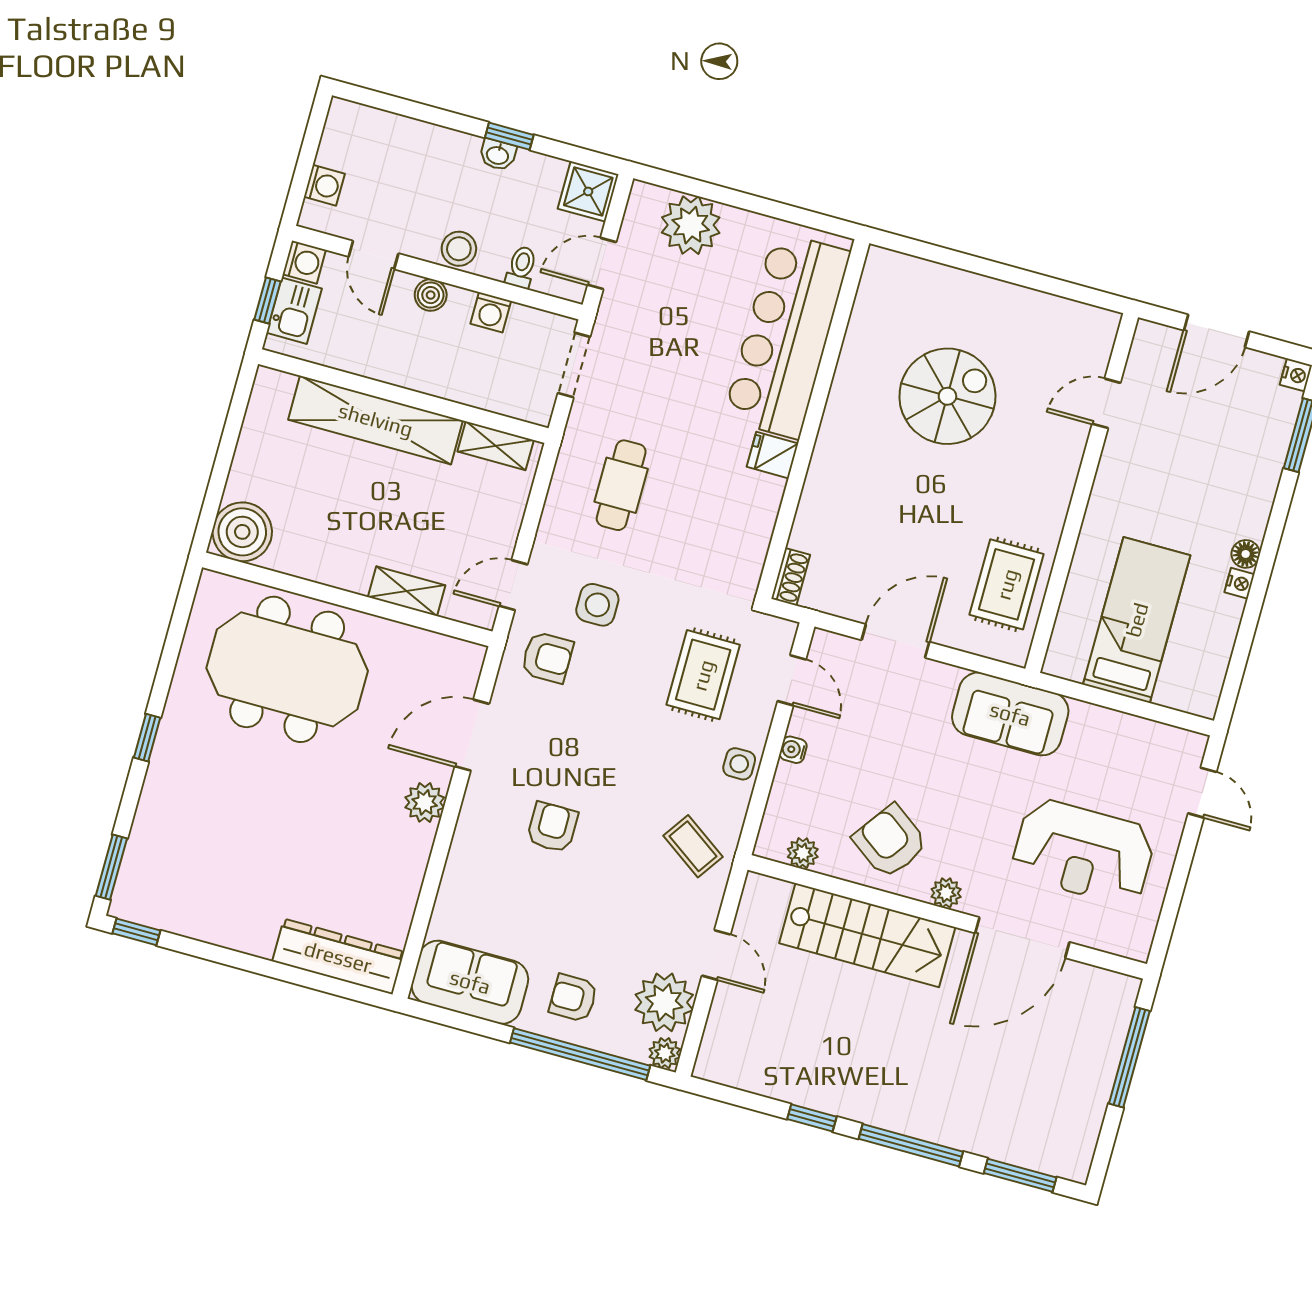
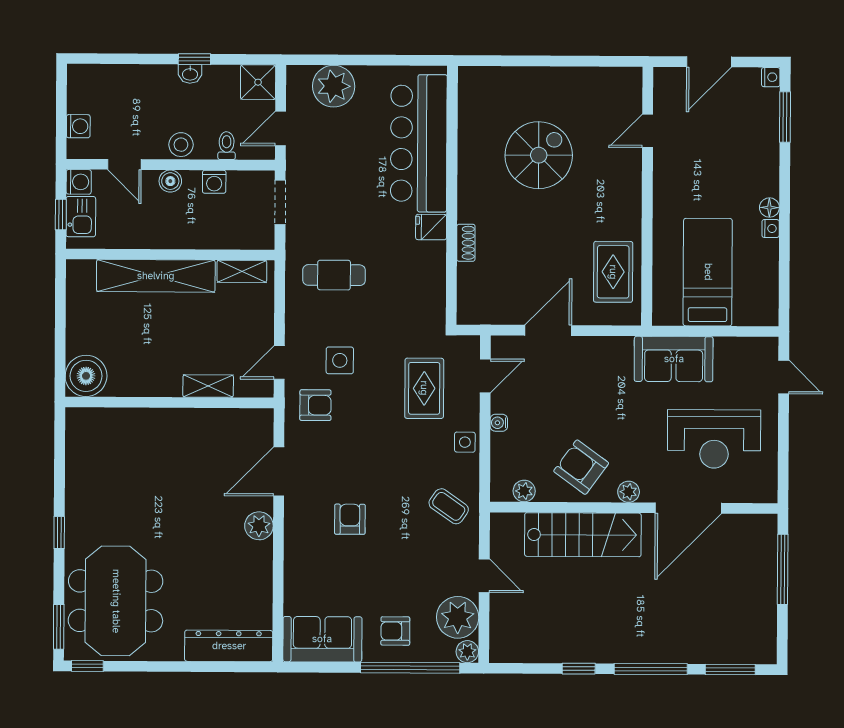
cafe table: (621, 485) -> (334, 275), turned 90
shoe rack: (791, 577) -> (466, 243), moved
meeting table: (287, 669) -> (116, 601), moved, turned 90
door: (792, 680) -> (485, 376), hinge flipped
sofa: (1010, 714) -> (674, 359), moved

